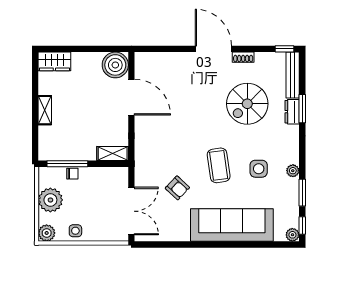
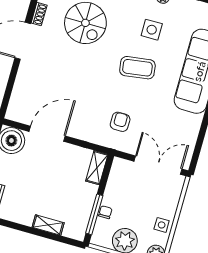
shelving: (45, 110) -> (48, 225), moved
armchair: (177, 188) -> (120, 122), moved, turned -43

